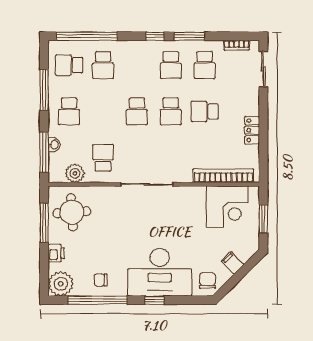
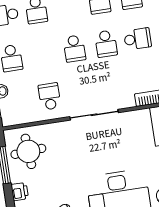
school desk: (205, 111) -> (137, 39), turned 180
plant: (75, 173) -> (26, 115), removed

